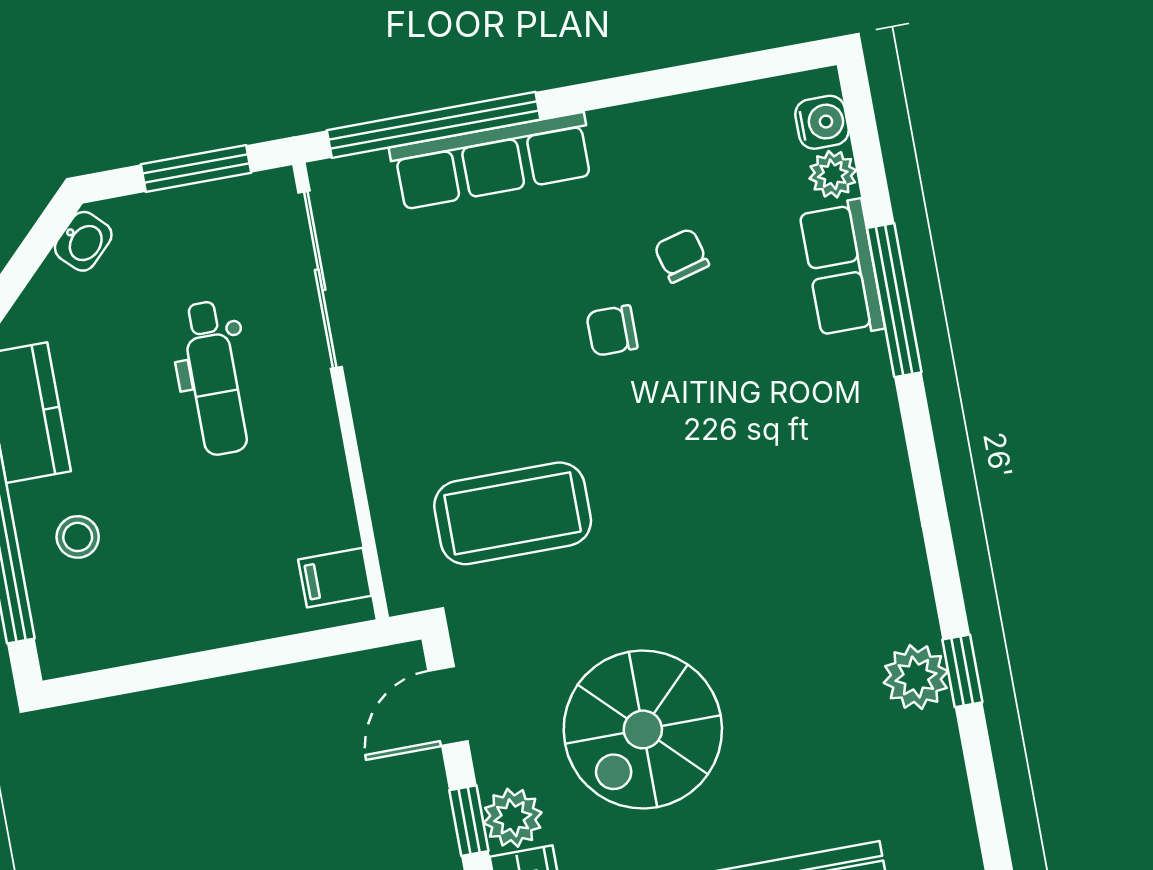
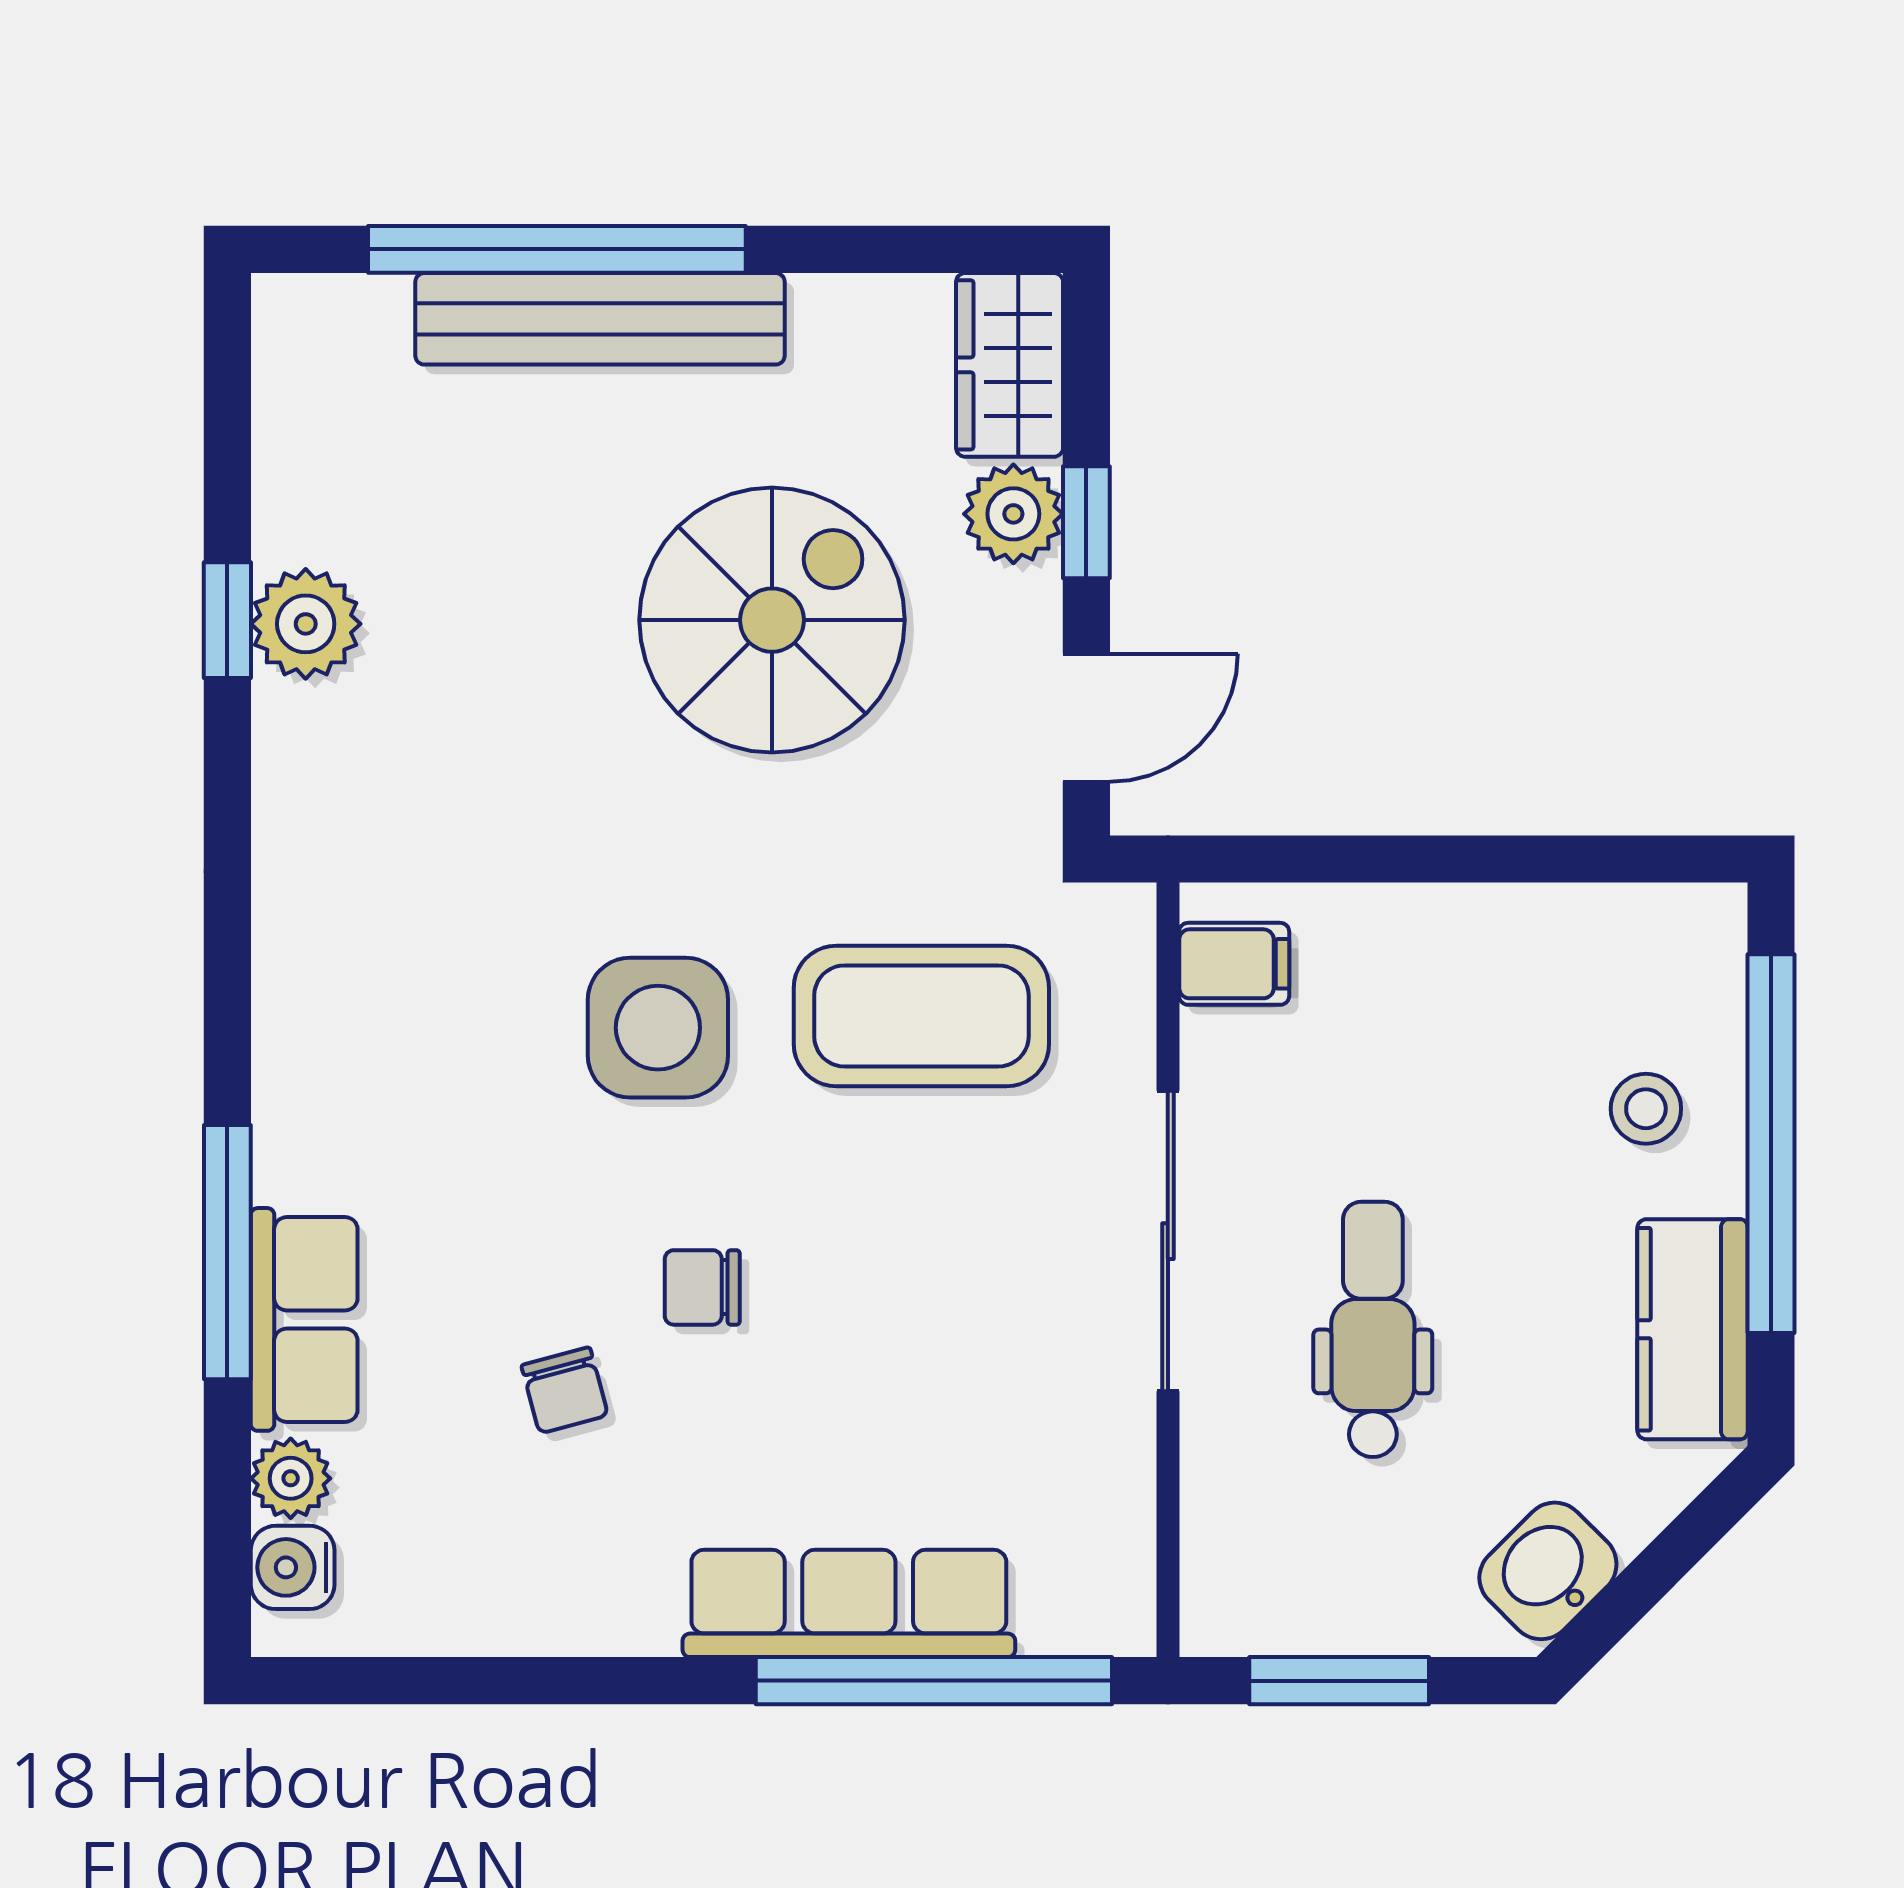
washbasin: (83, 241) -> (1548, 1571), width x1.38, depth x1.45
sliding door: (320, 280) -> (1168, 1241), moved
chair: (612, 331) -> (702, 1287), turned 180
side table: (666, 478) -> (658, 1028), added

